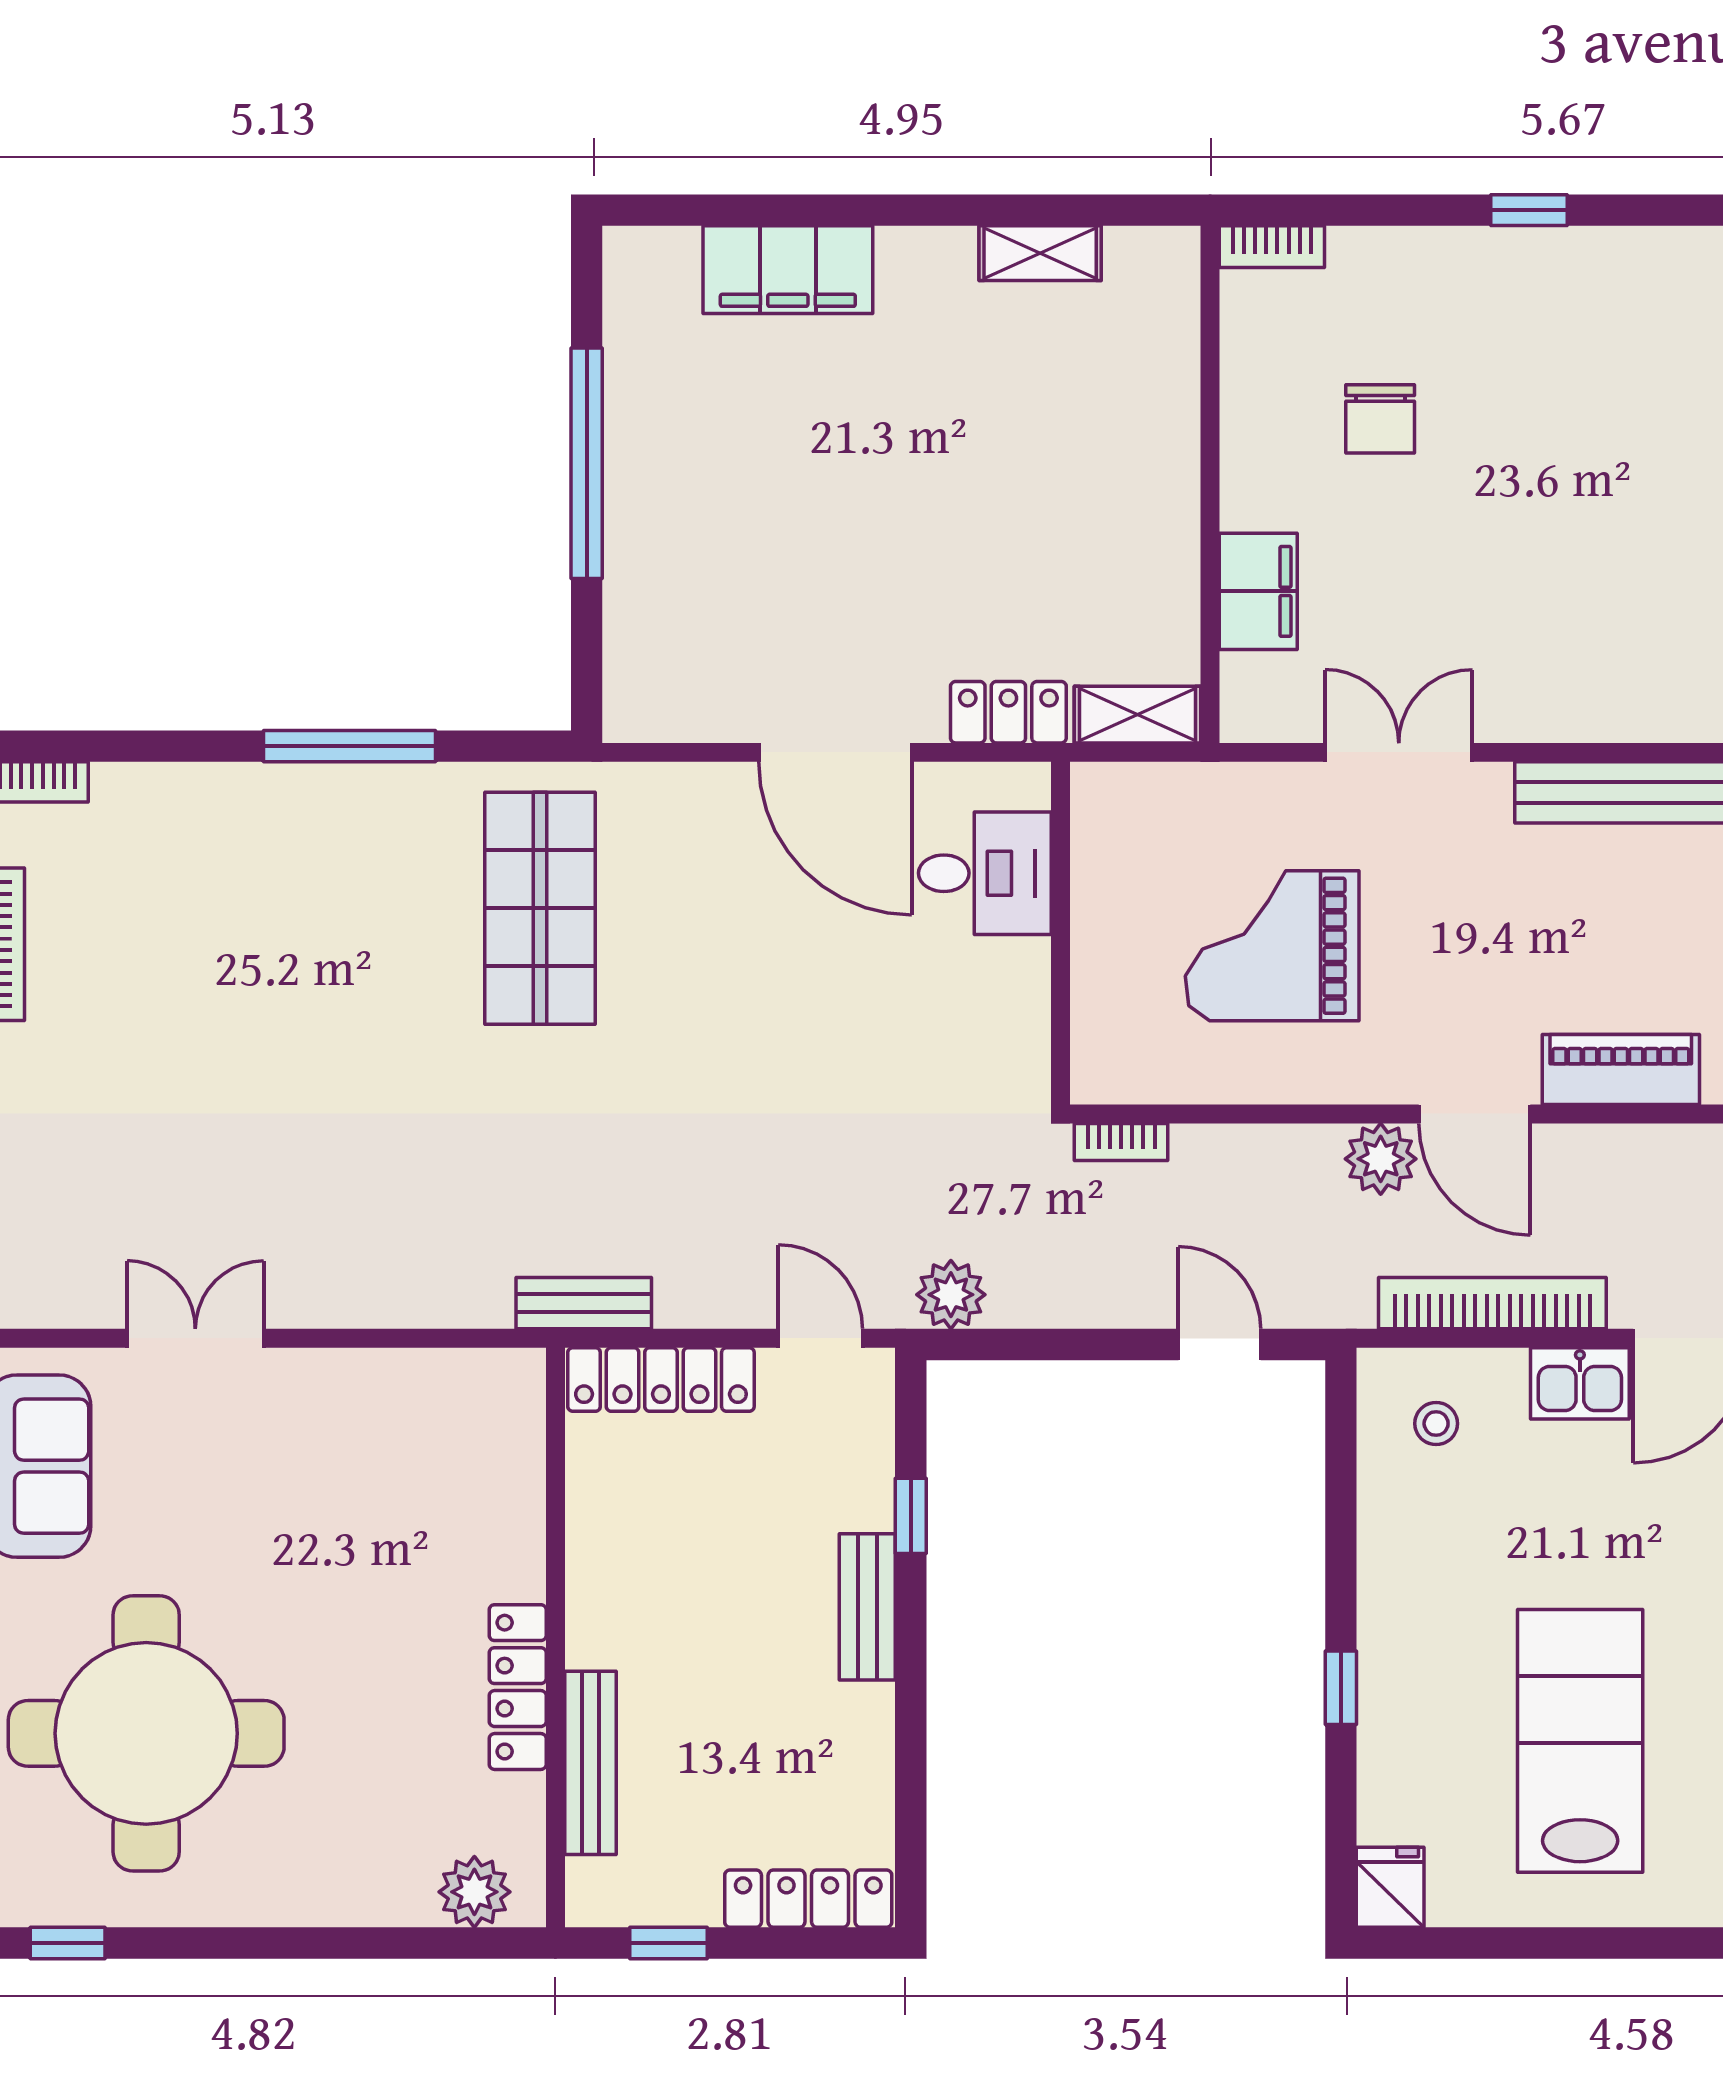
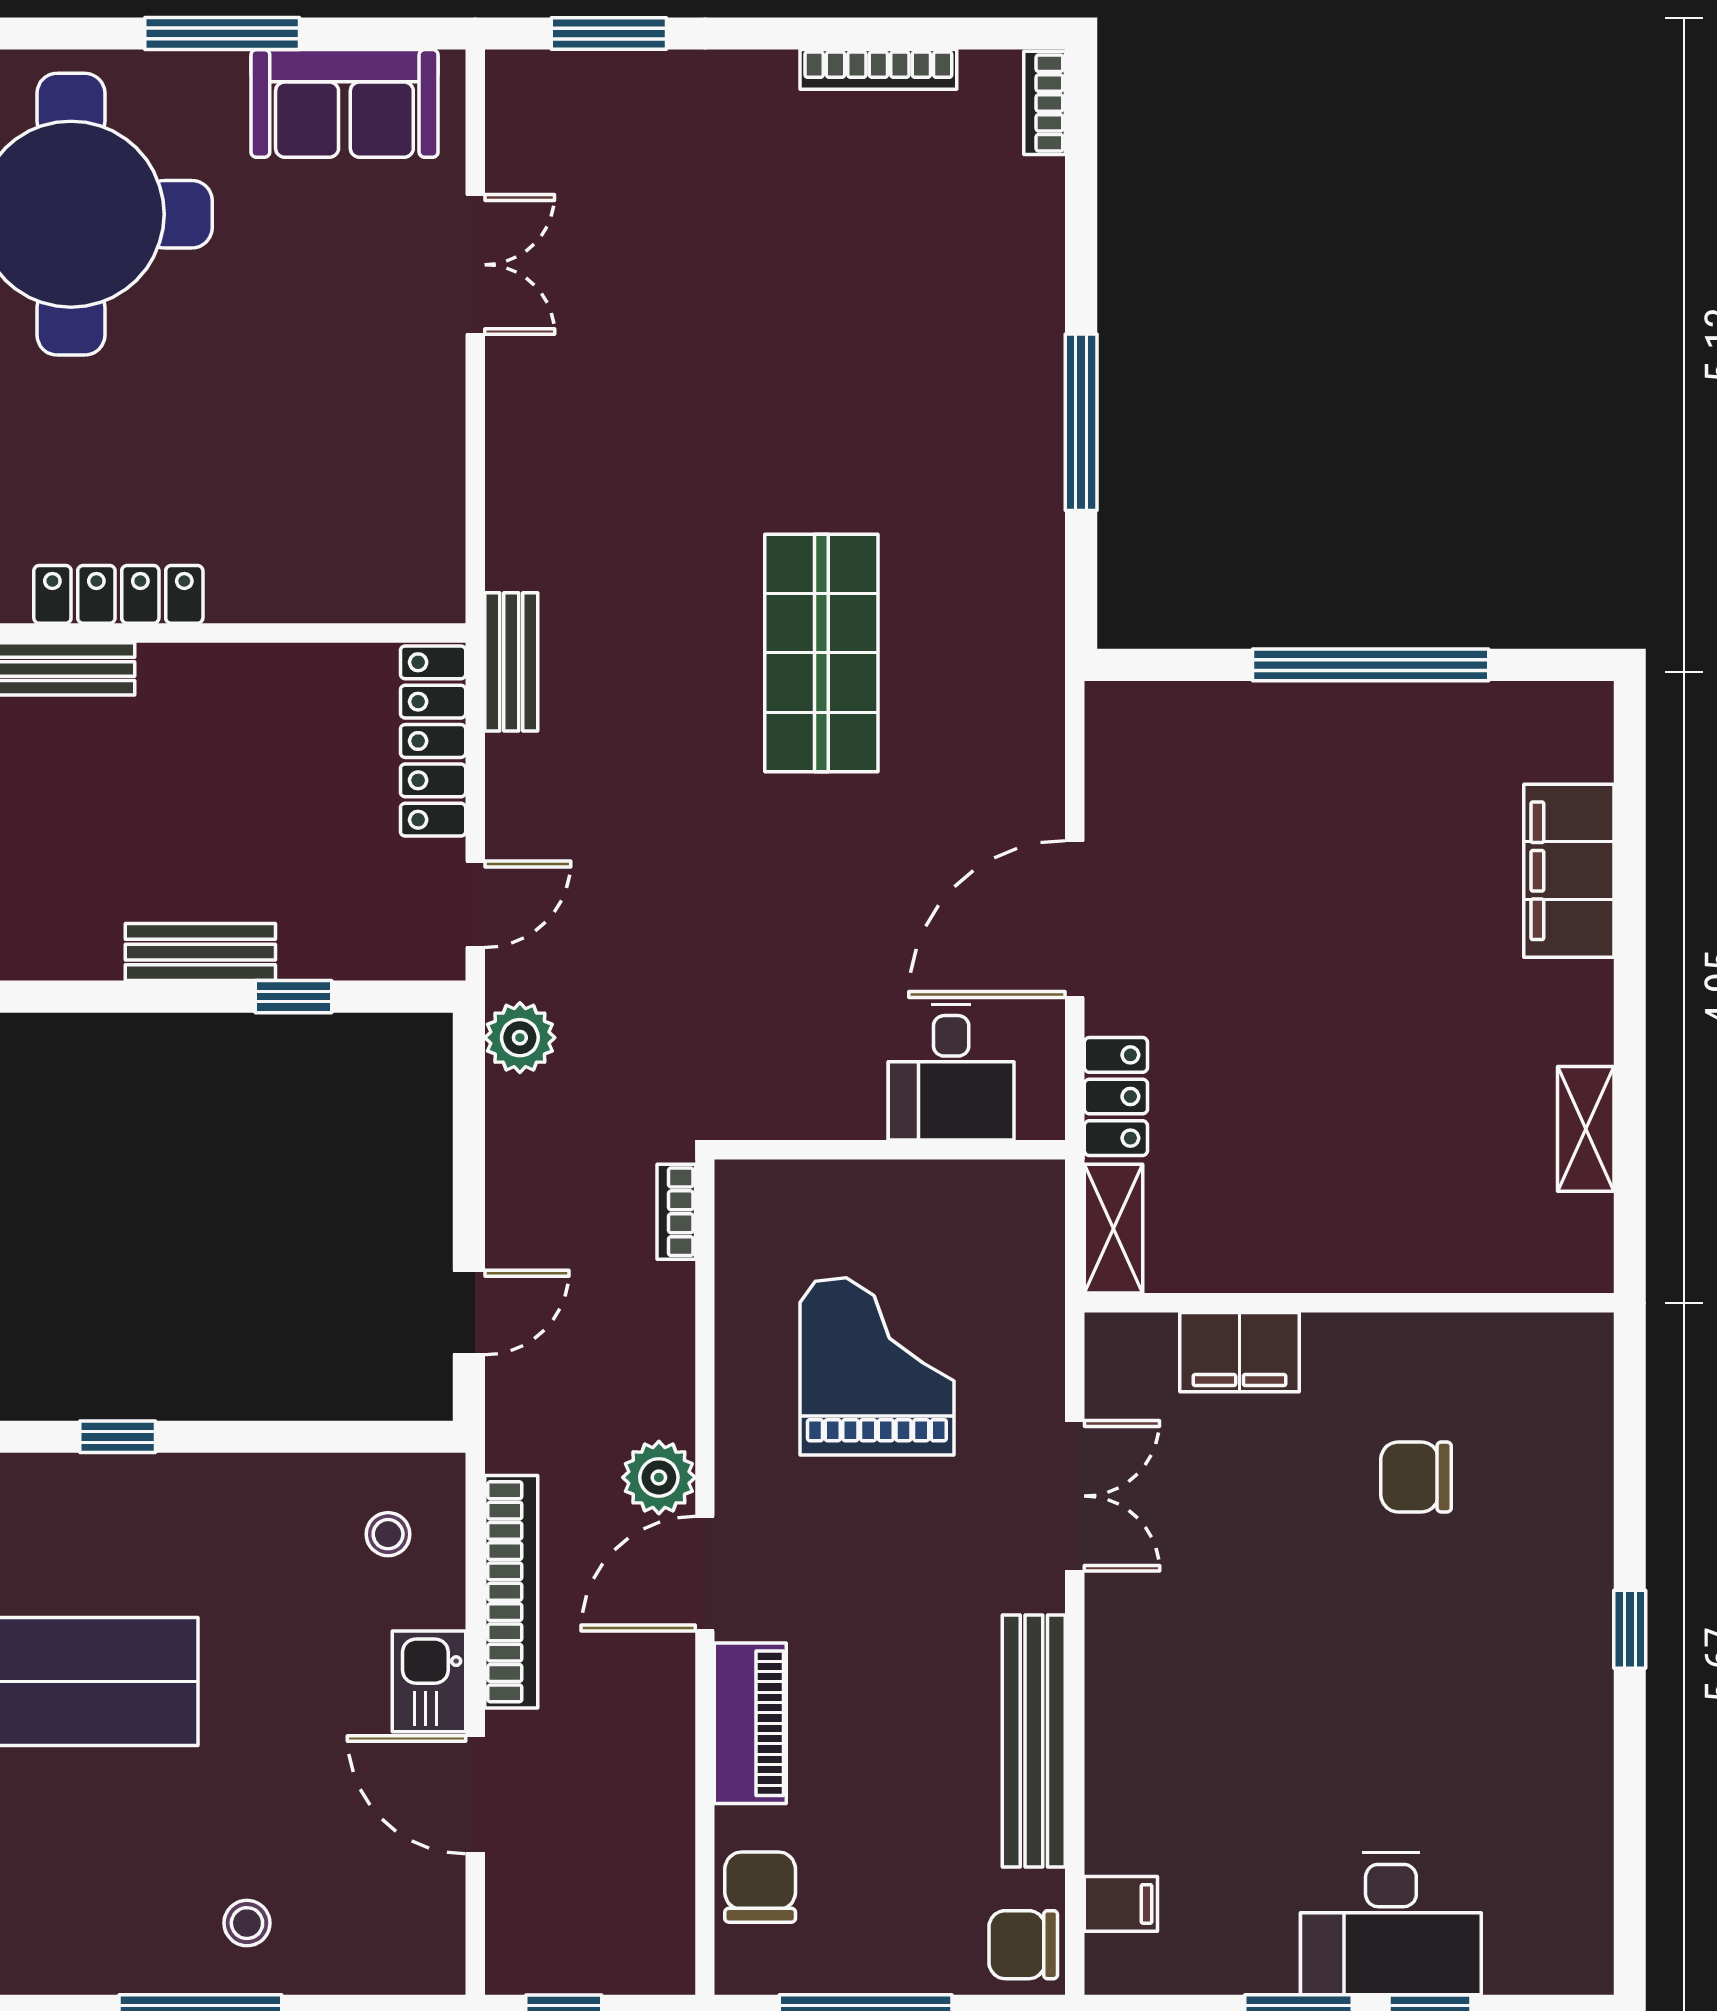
bookcase: (1272, 247) -> (1592, 1366), removed
shop shelf: (540, 908) -> (821, 653), moved, turned 90

